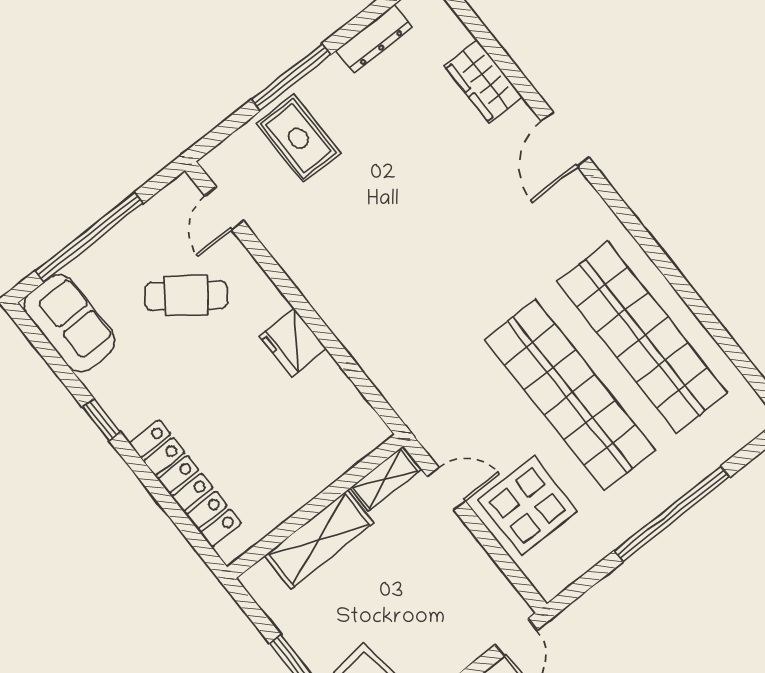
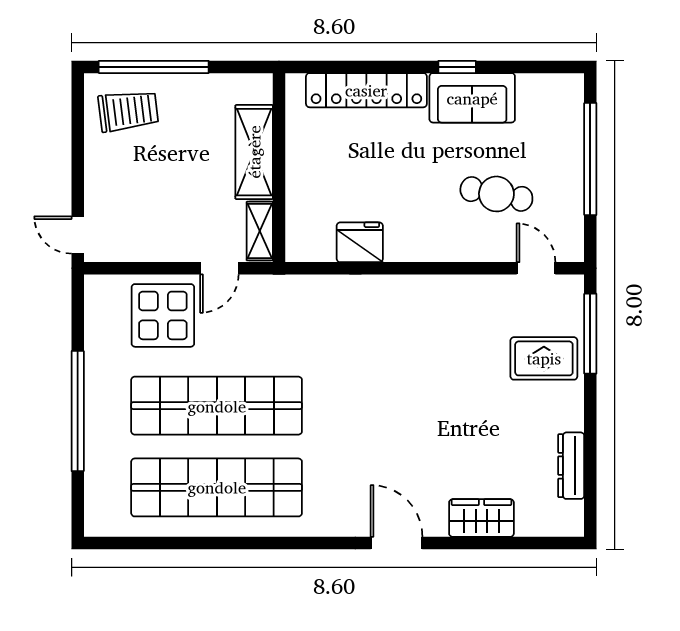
window: (291, 77) -> (590, 334), moved
cafe table: (186, 296) -> (496, 194), turned 64
sofa: (69, 323) -> (472, 98), moved
fridge: (293, 343) -> (360, 242), moved

